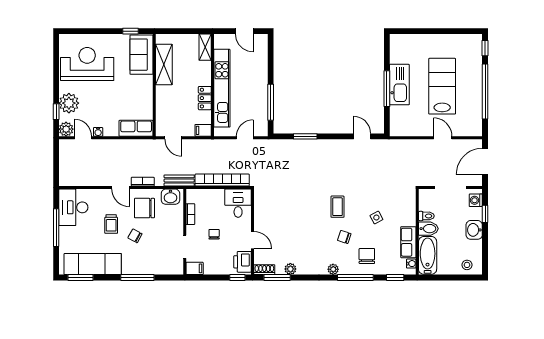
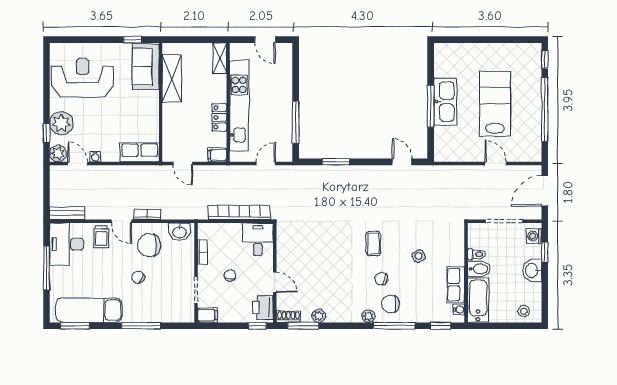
bench: (179, 180) -> (67, 213), moved
trolley: (111, 224) -> (101, 237), moved
chair: (367, 256) -> (391, 304), moved, turned -90

